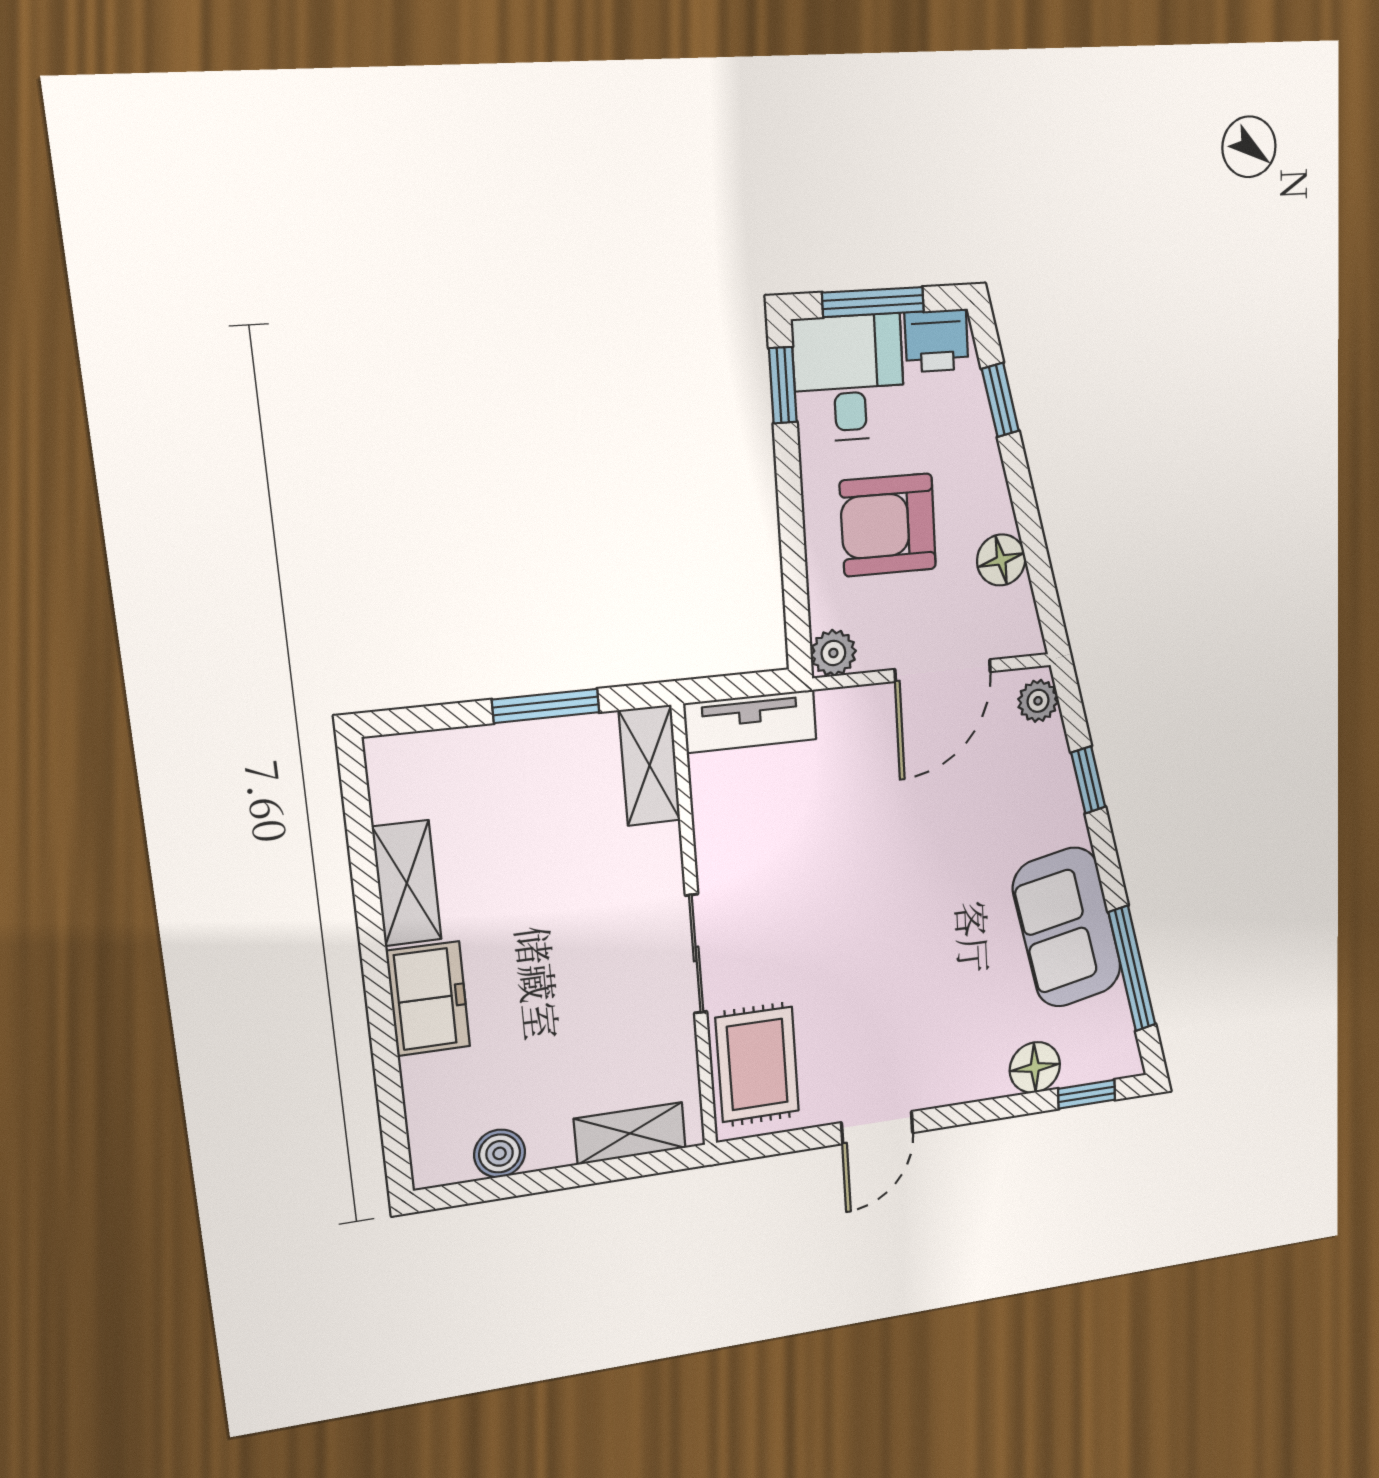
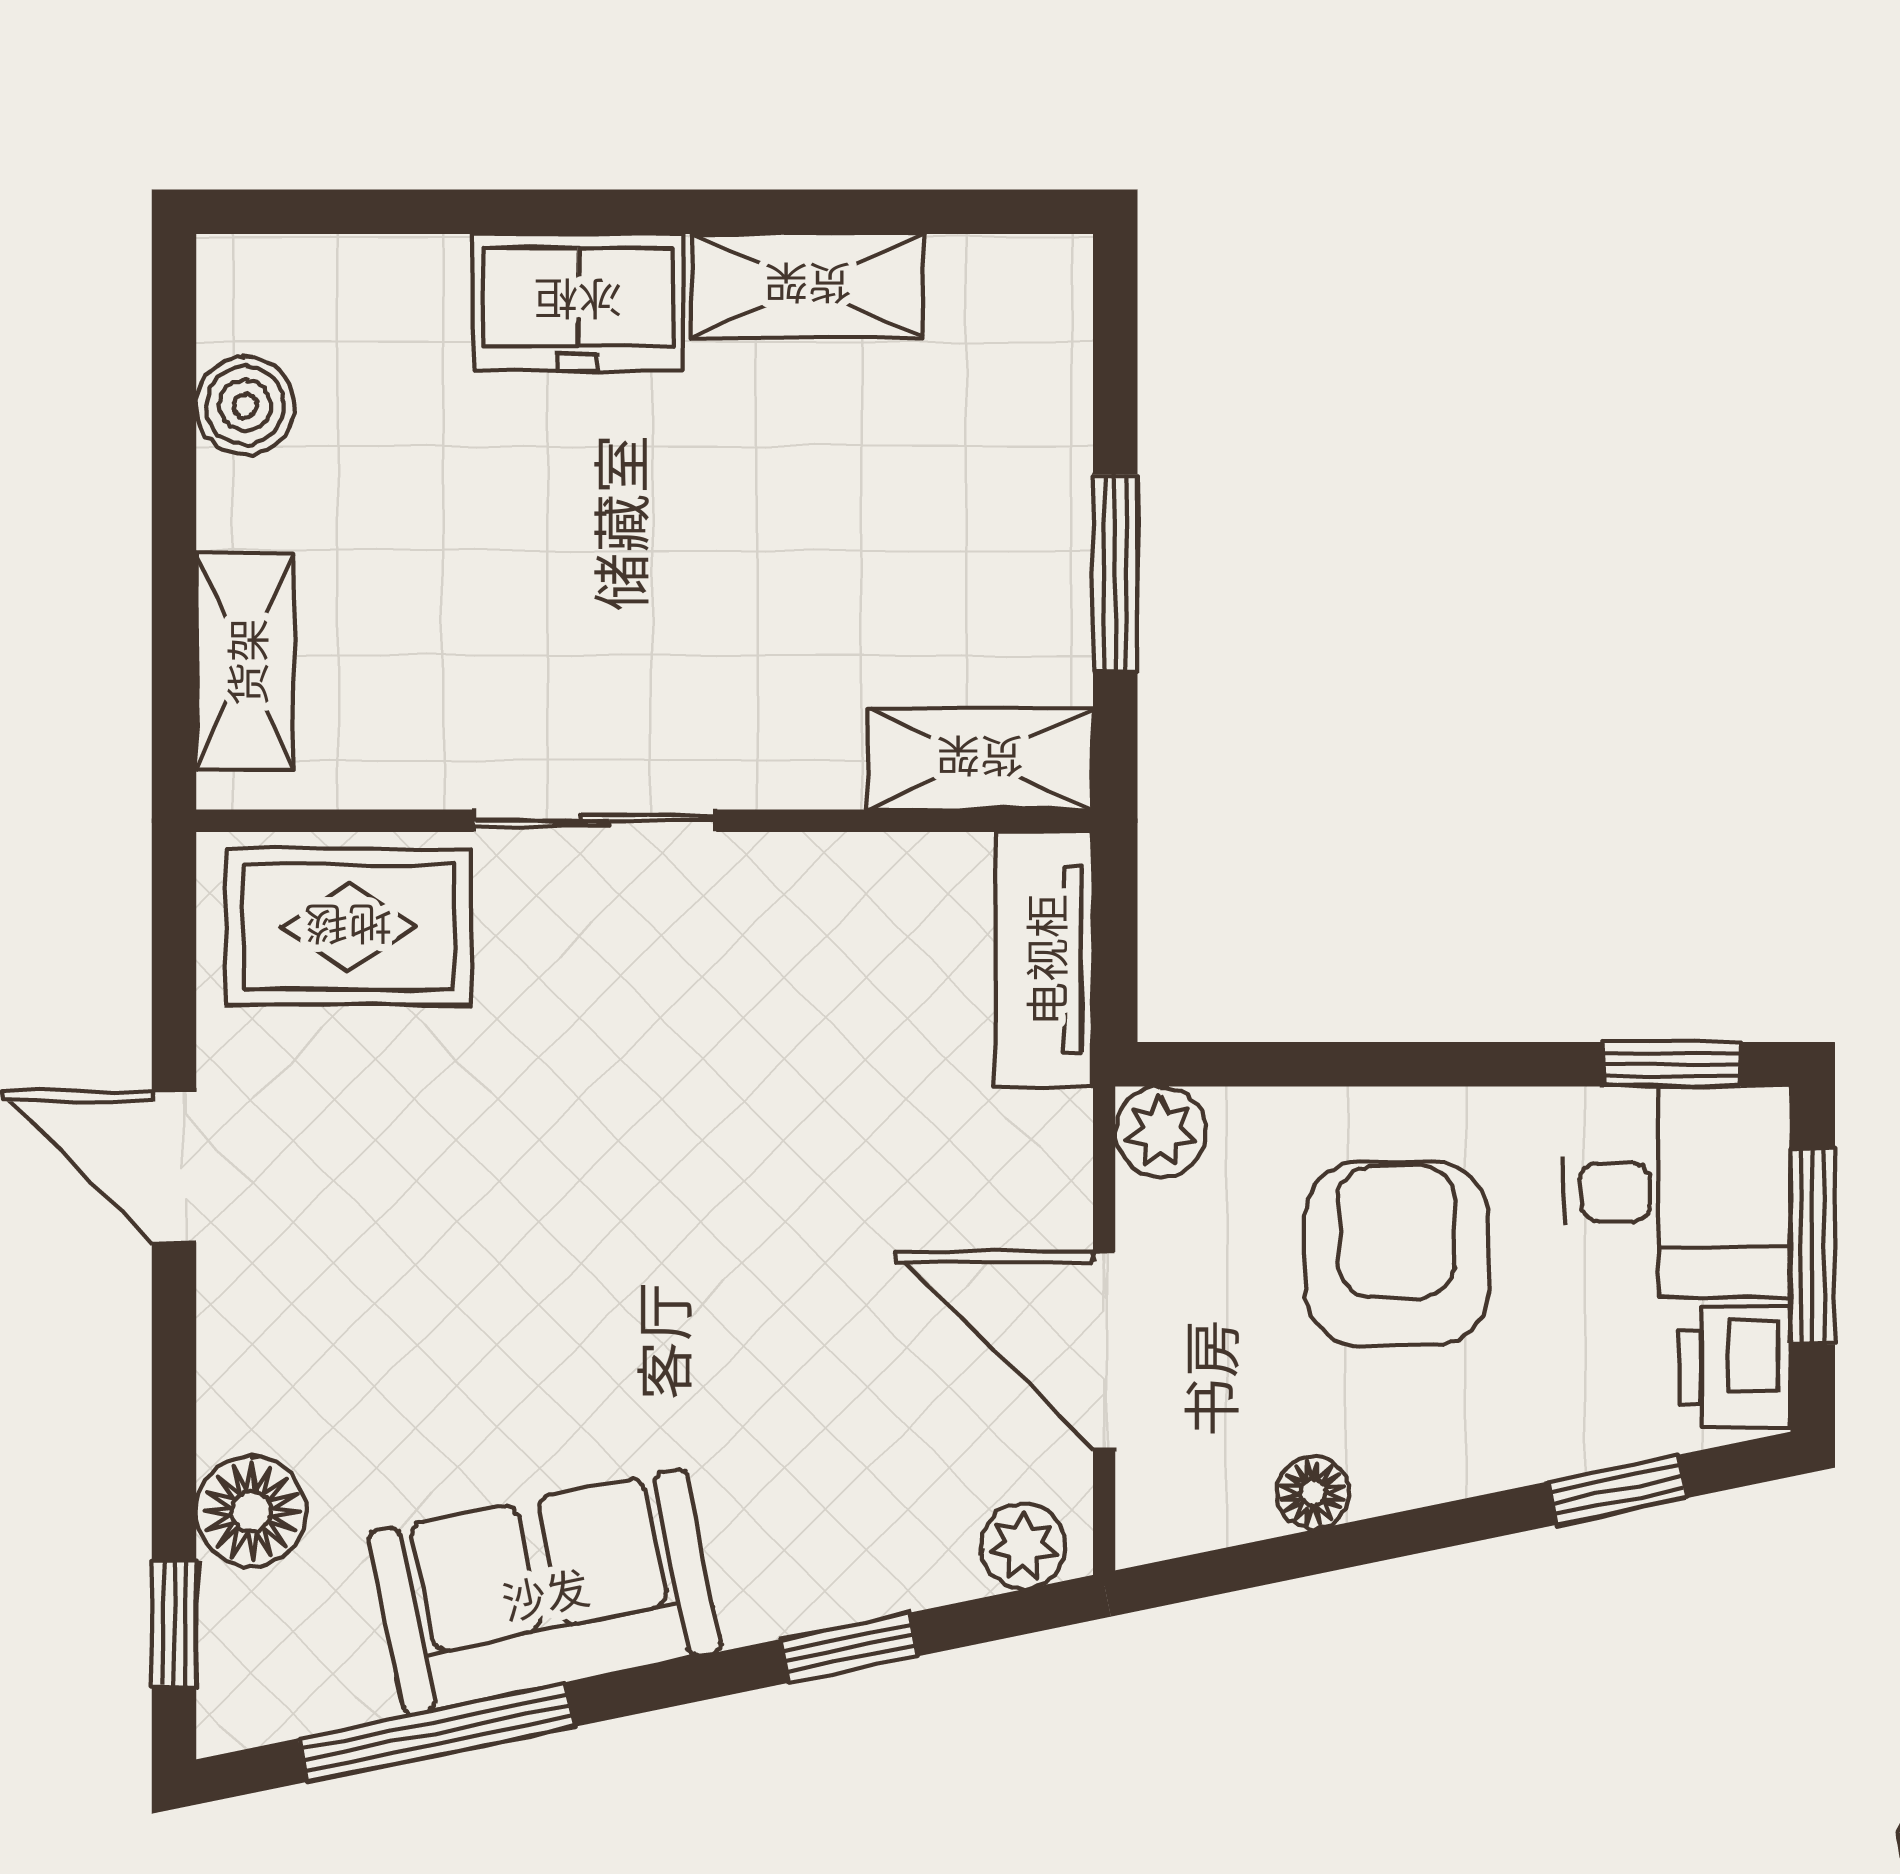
floor lamp: (1001, 560) -> (1313, 1493), width x0.73, depth x0.73

